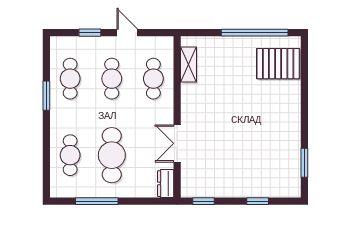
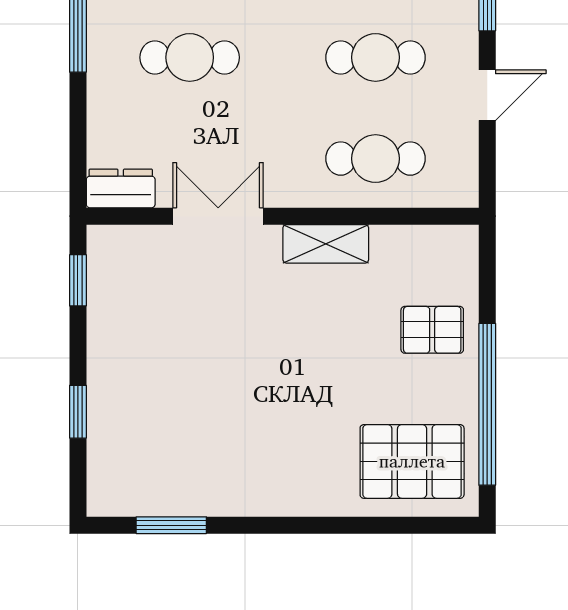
pallet: (224, 55) -> (432, 330), added
shelving: (188, 64) -> (326, 244), moved
pallet: (278, 64) -> (412, 461), turned 90
cafe table: (112, 155) -> (190, 57), width x0.73, depth x0.74

